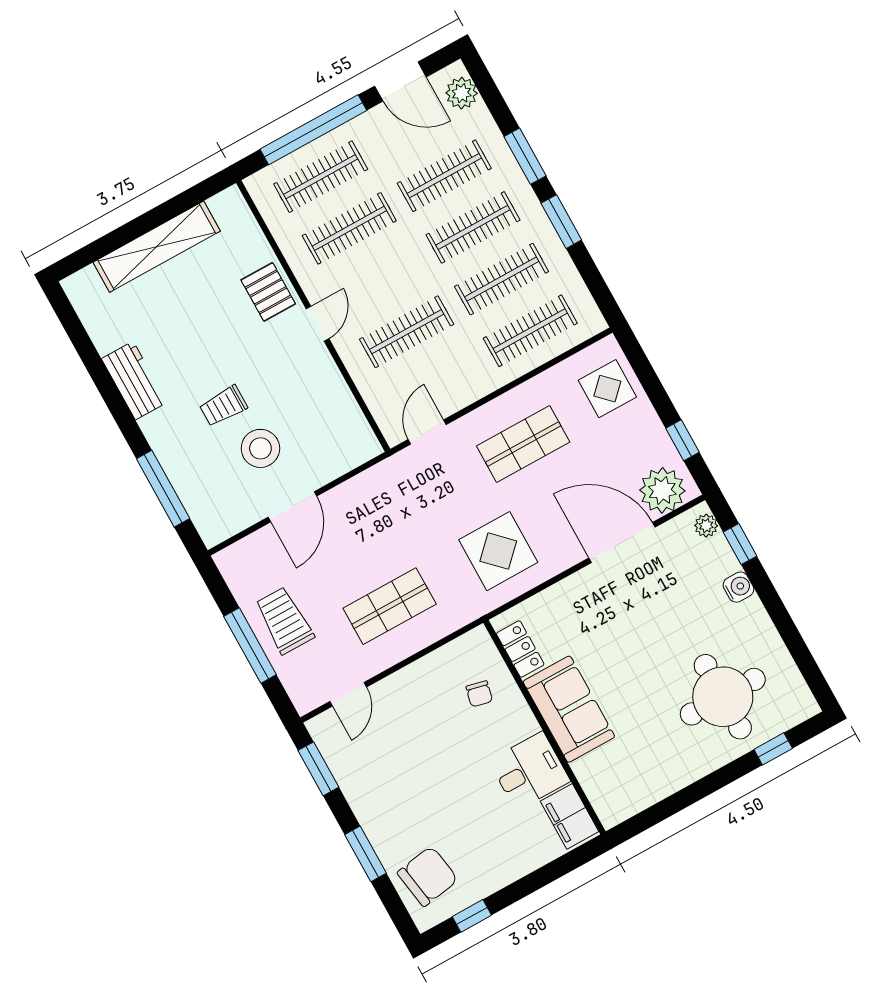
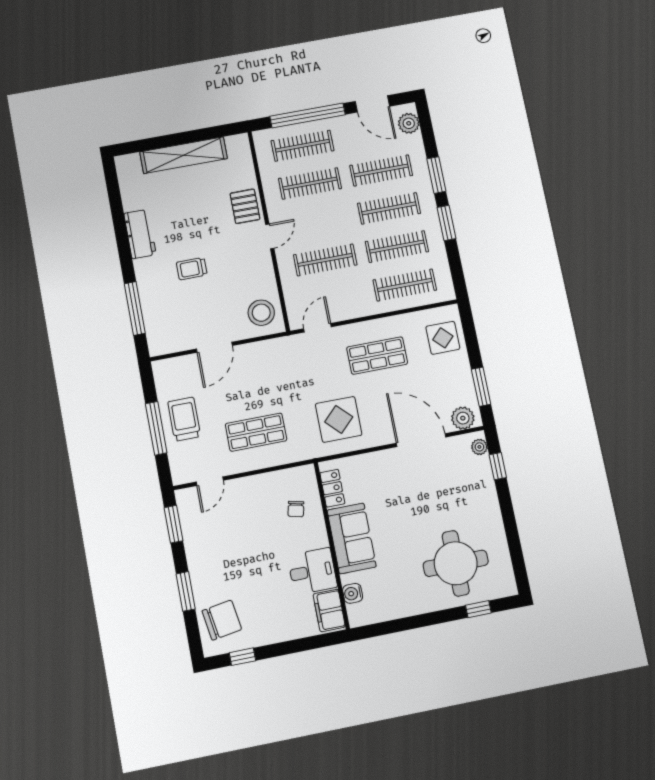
window: (682, 440) -> (481, 387), width x1.50
stool: (260, 448) -> (261, 313), moved
plant: (662, 490) -> (463, 418), width x0.73, depth x0.73
water cooler: (738, 587) -> (353, 593), moved, turned 180

